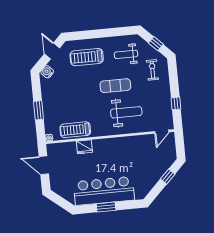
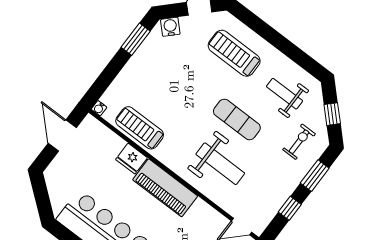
window: (173, 79) -> (315, 176), added
window: (39, 110) -> (136, 39), moved
piano: (112, 146) -> (165, 188), added

